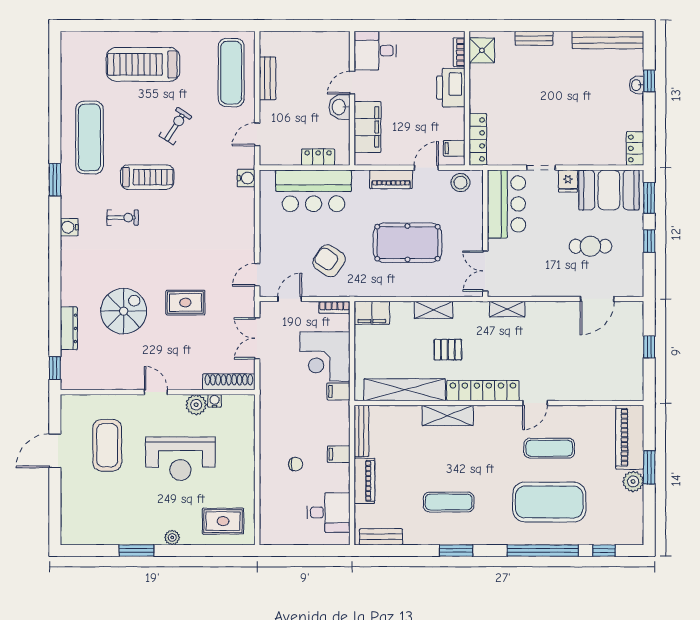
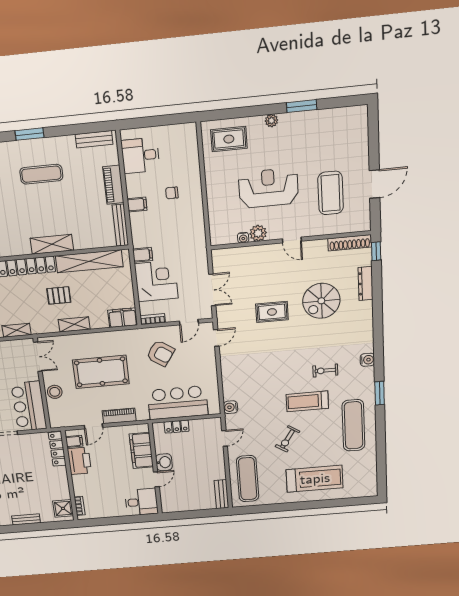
bench: (268, 78) -> (221, 494), moved
printer: (451, 88) -> (79, 461), moved
stool: (460, 183) -> (55, 392), moved
shoe rack: (229, 382) -> (350, 243), moved

